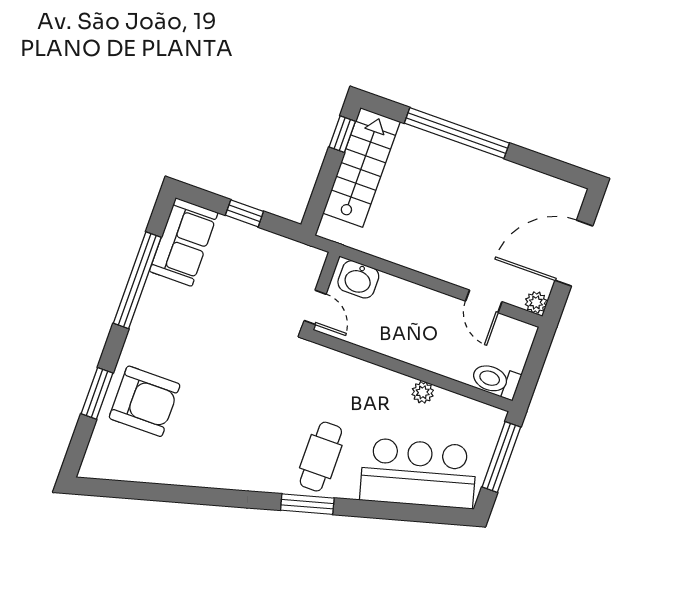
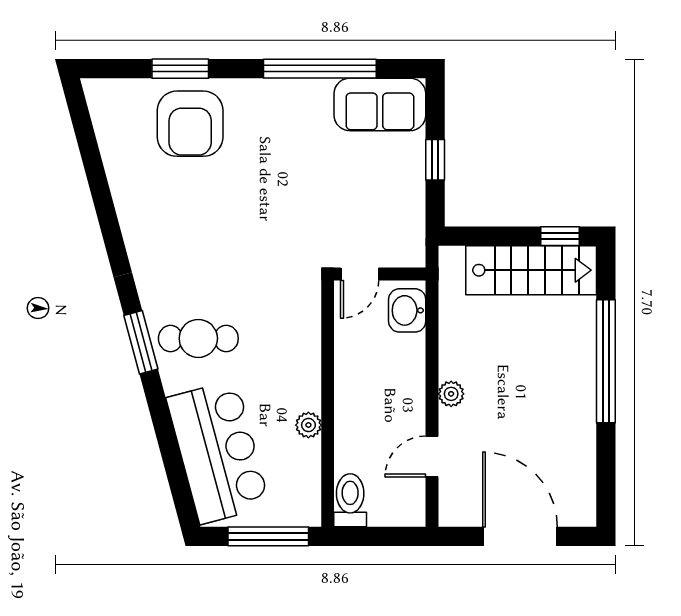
plant: (536, 302) -> (451, 394), moved

